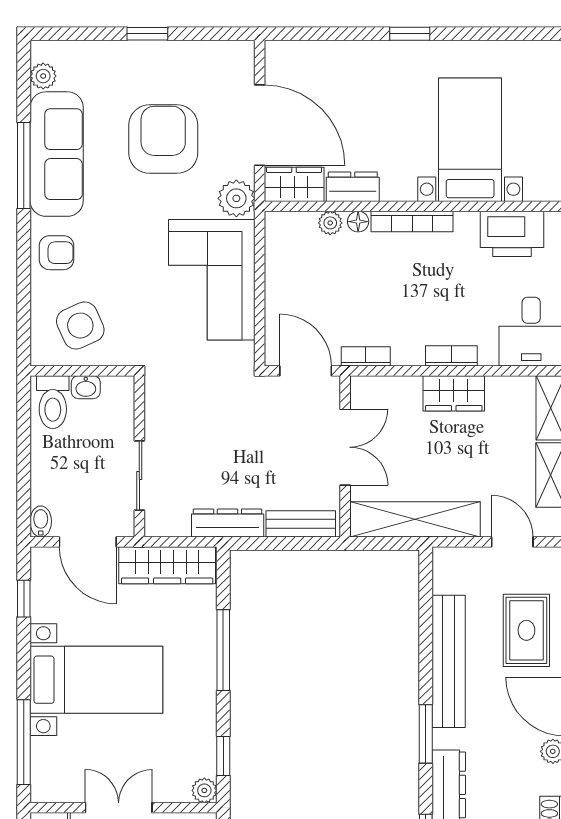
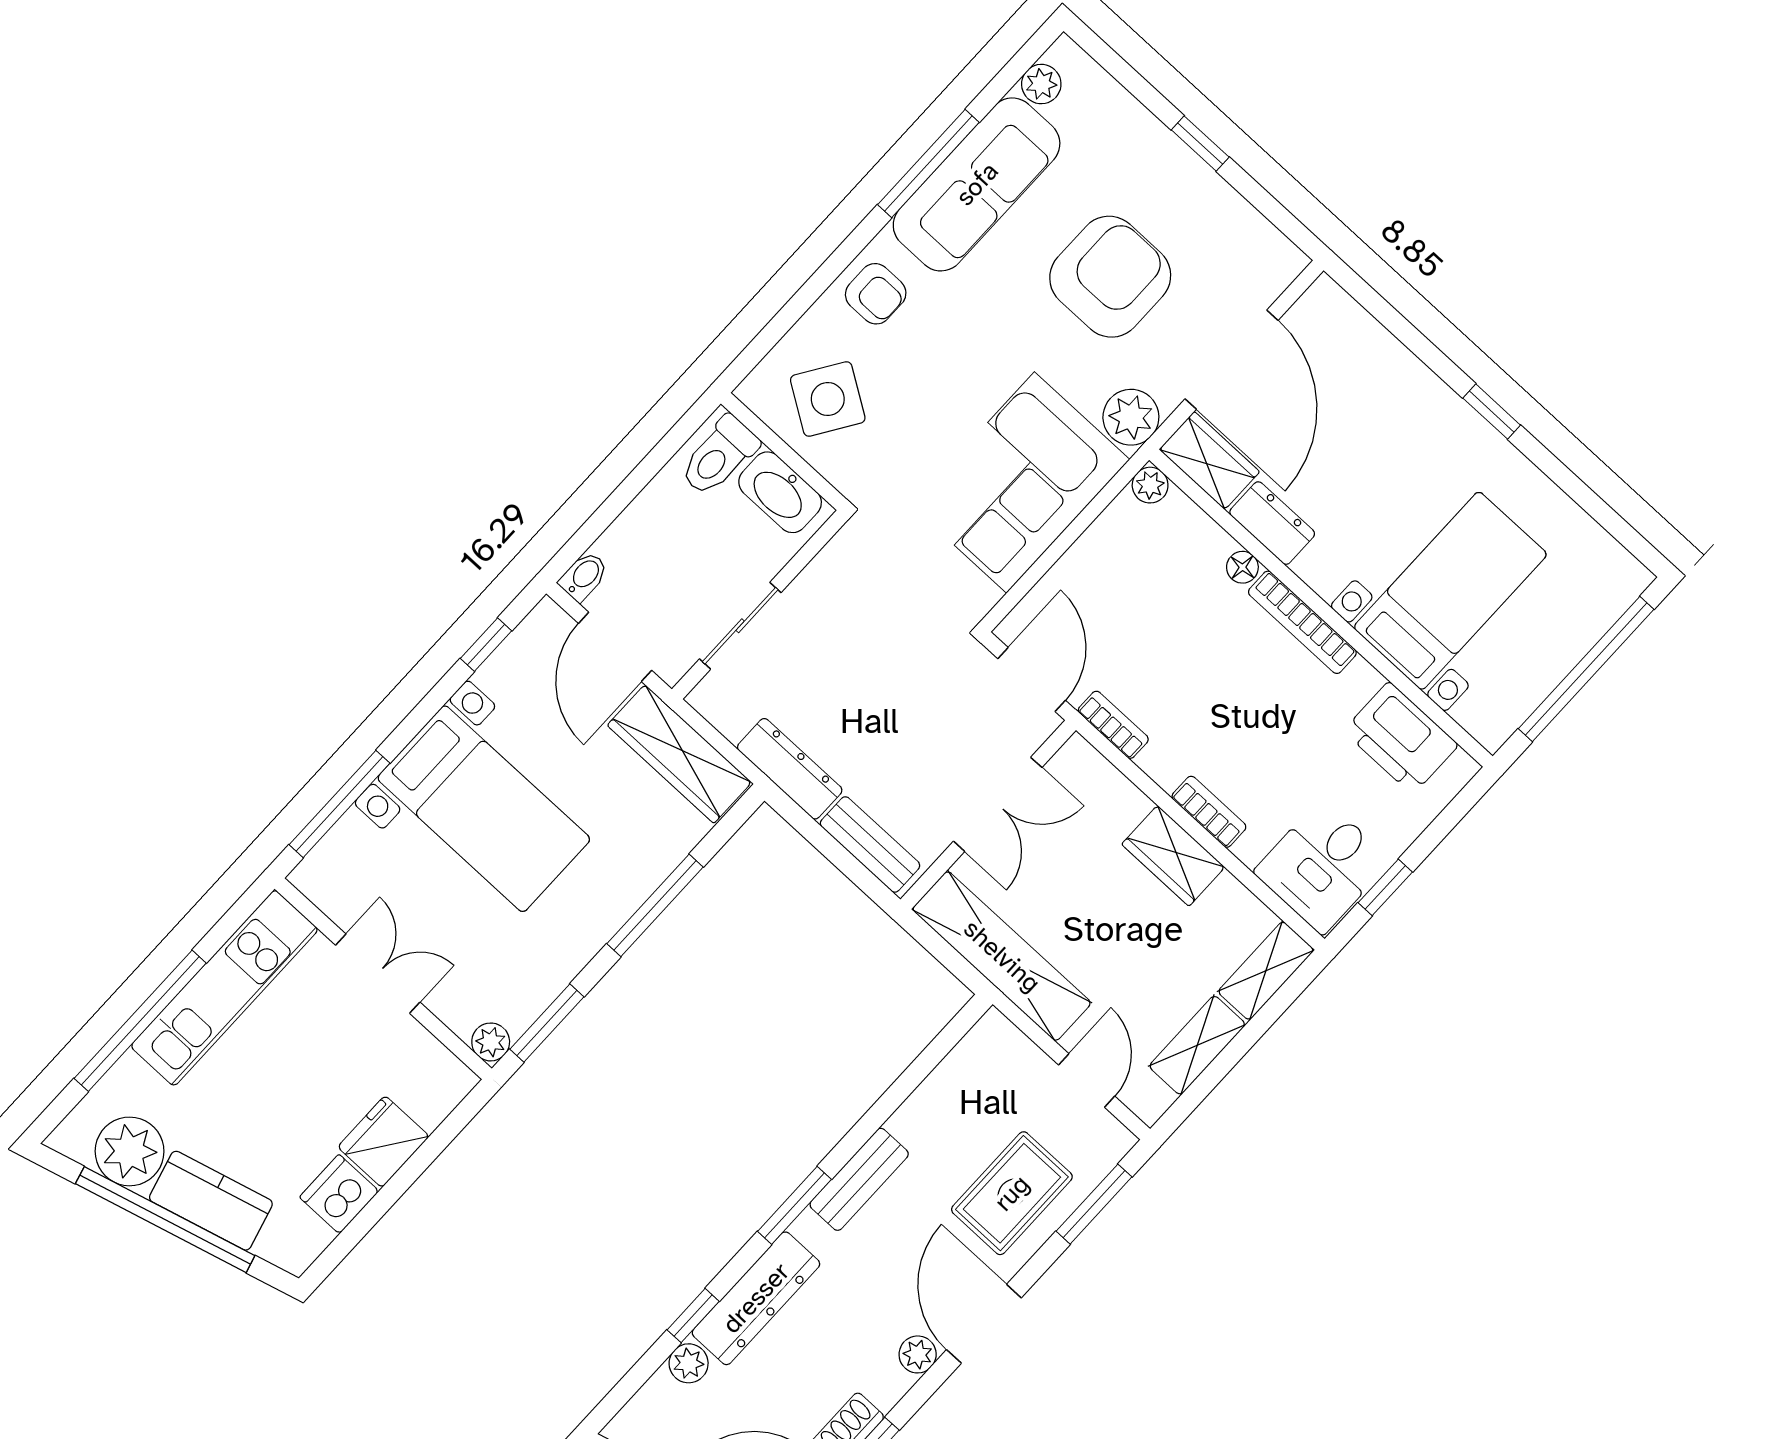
plant: (330, 223) -> (1150, 485), moved
side table: (80, 326) -> (828, 399), turned -33
washbasin: (86, 387) -> (780, 492), width x1.91, depth x1.45
bench: (449, 661) -> (859, 1179), width x0.54, depth x0.82
window: (223, 756) -> (547, 1023), width x1.50

